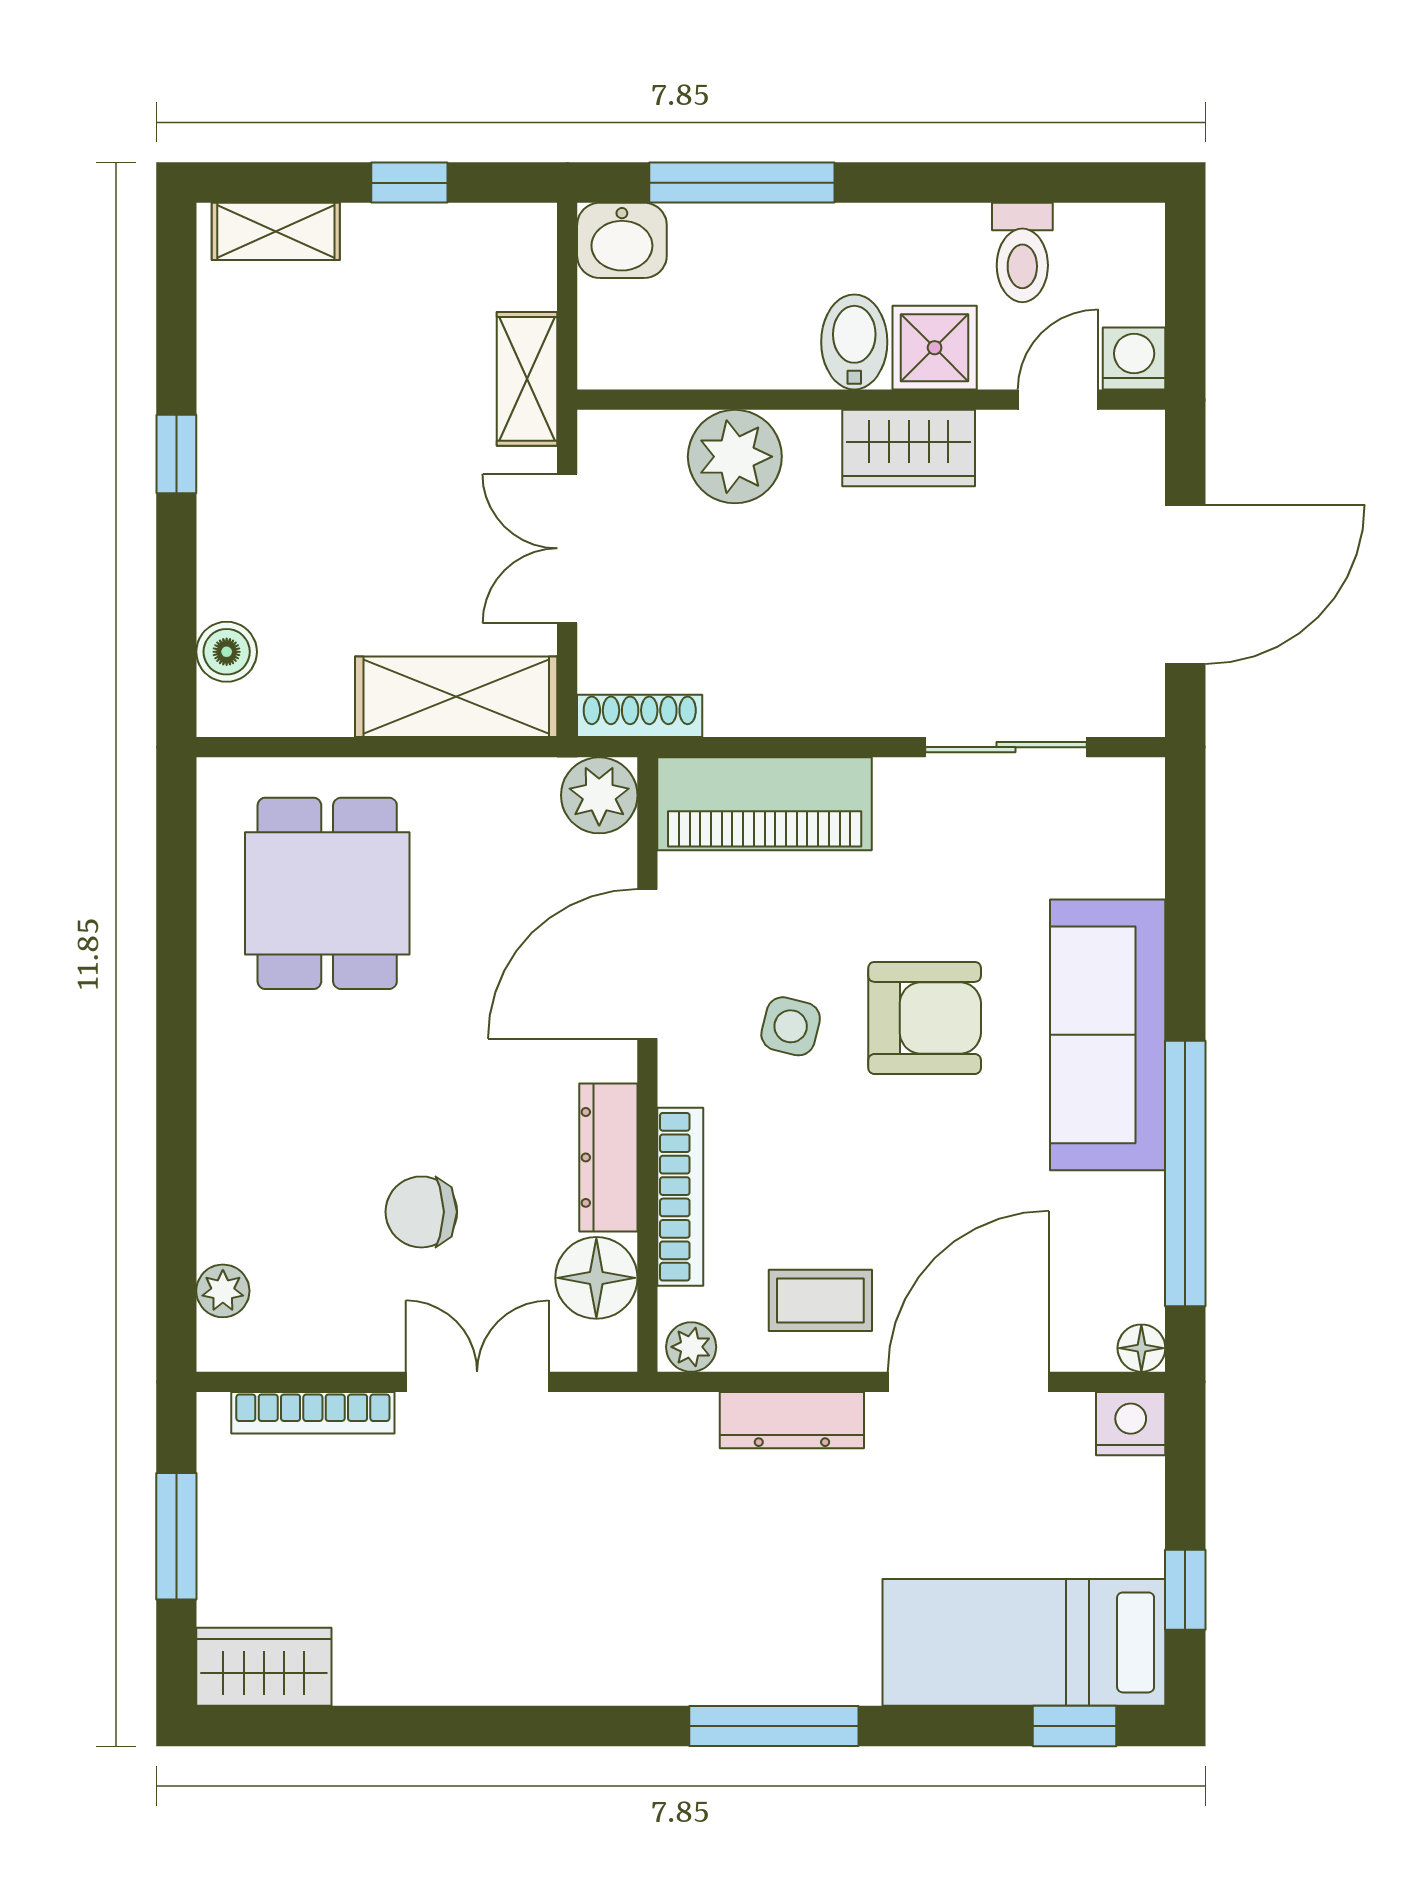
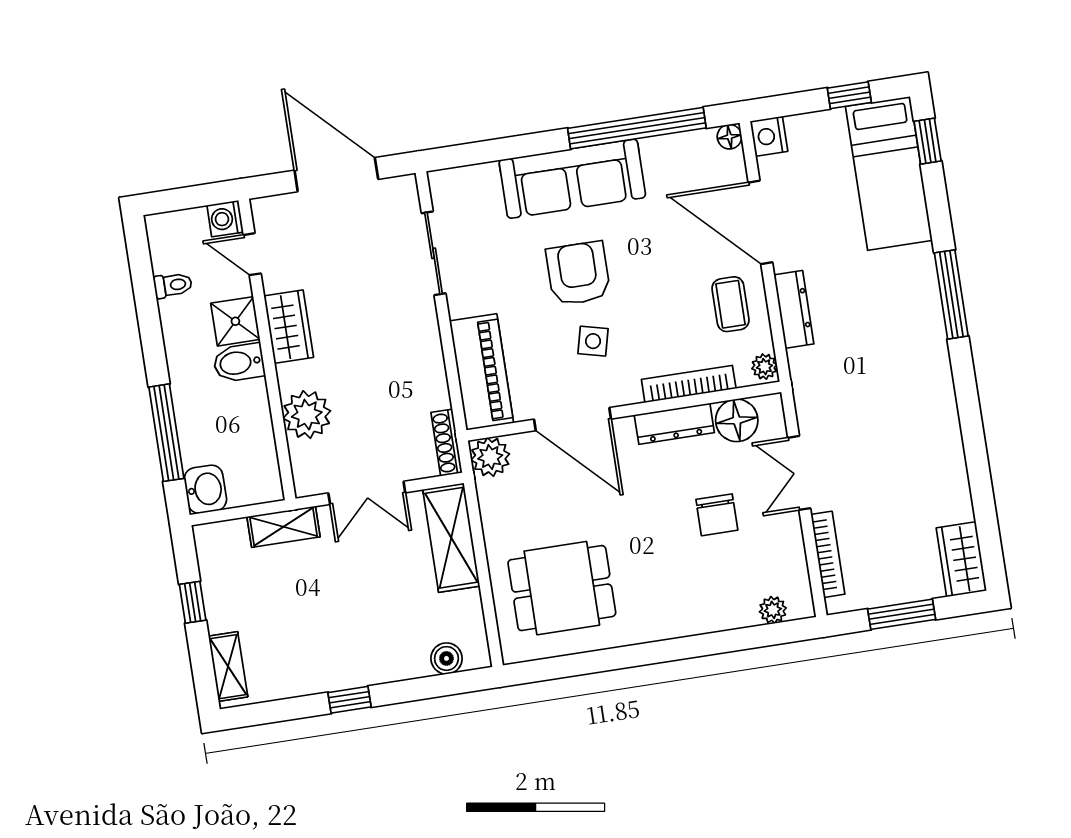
toilet: (1022, 252) -> (173, 285), width x0.73, depth x0.72

